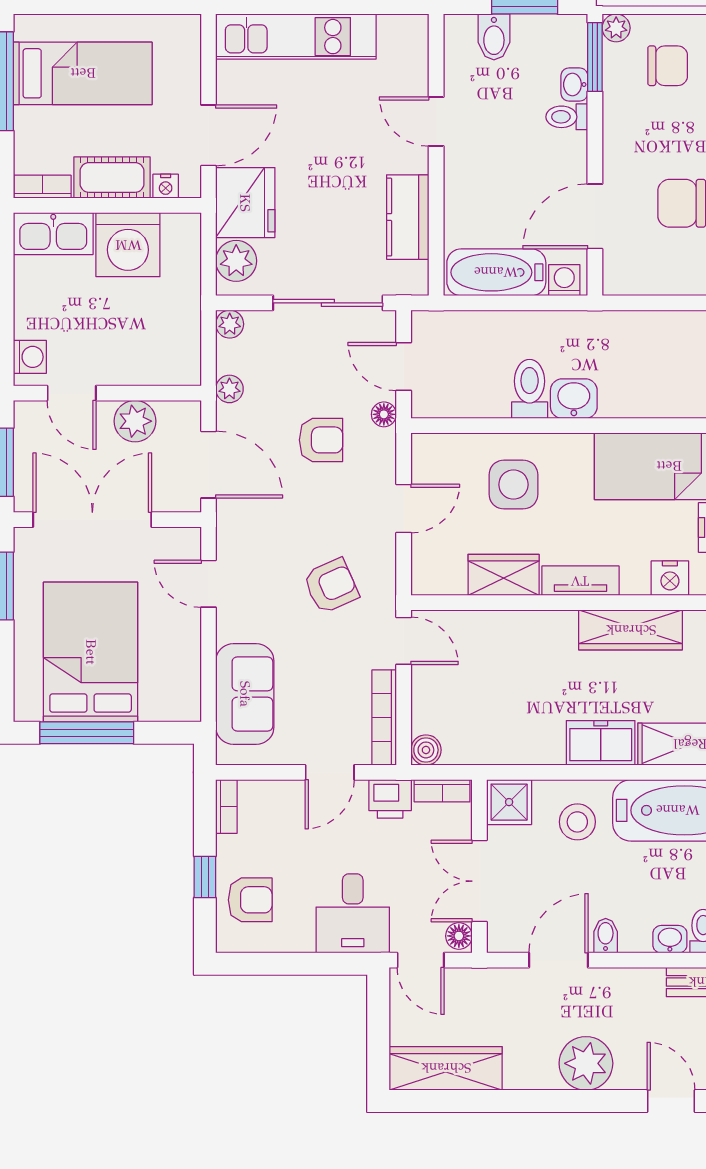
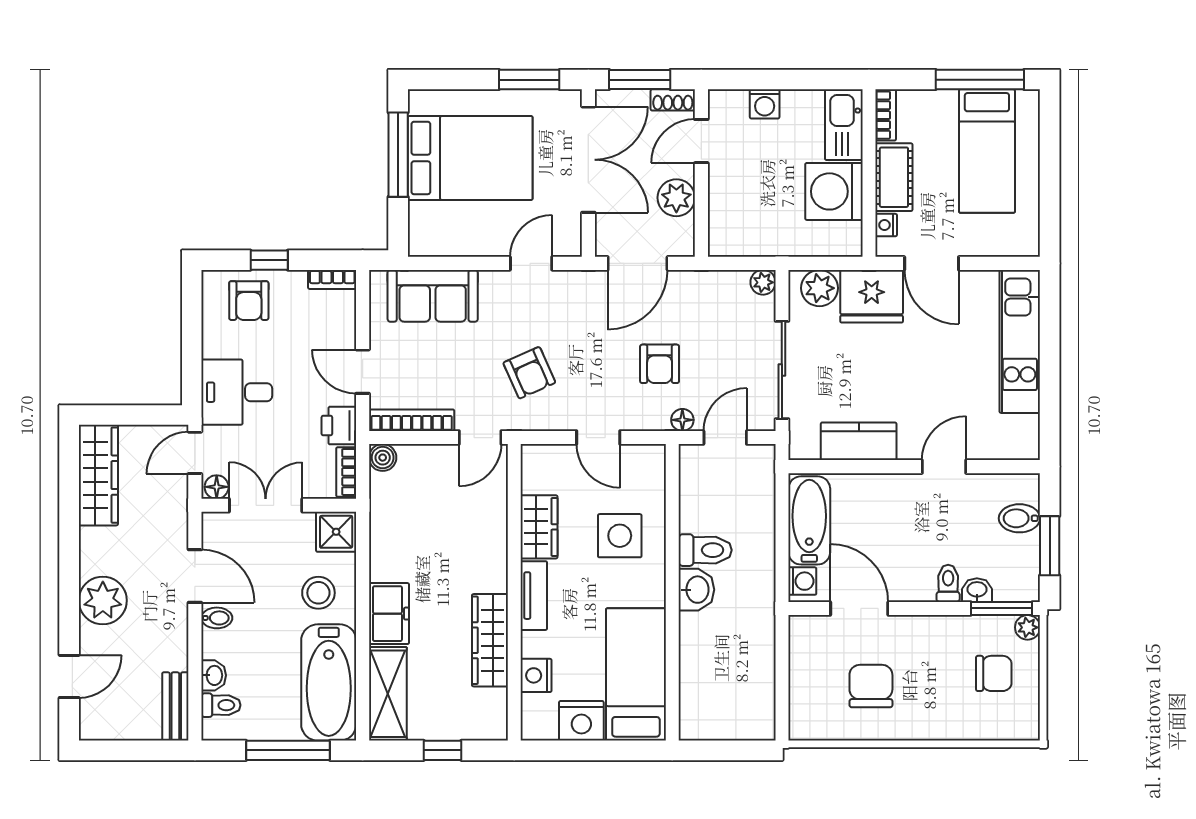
chair: (668, 66) -> (994, 673), turned -90
washing machine: (30, 357) -> (765, 104), moved
plant: (229, 389) -> (705, 282), removed
shoe rack: (25, 425) -> (673, 100), added

